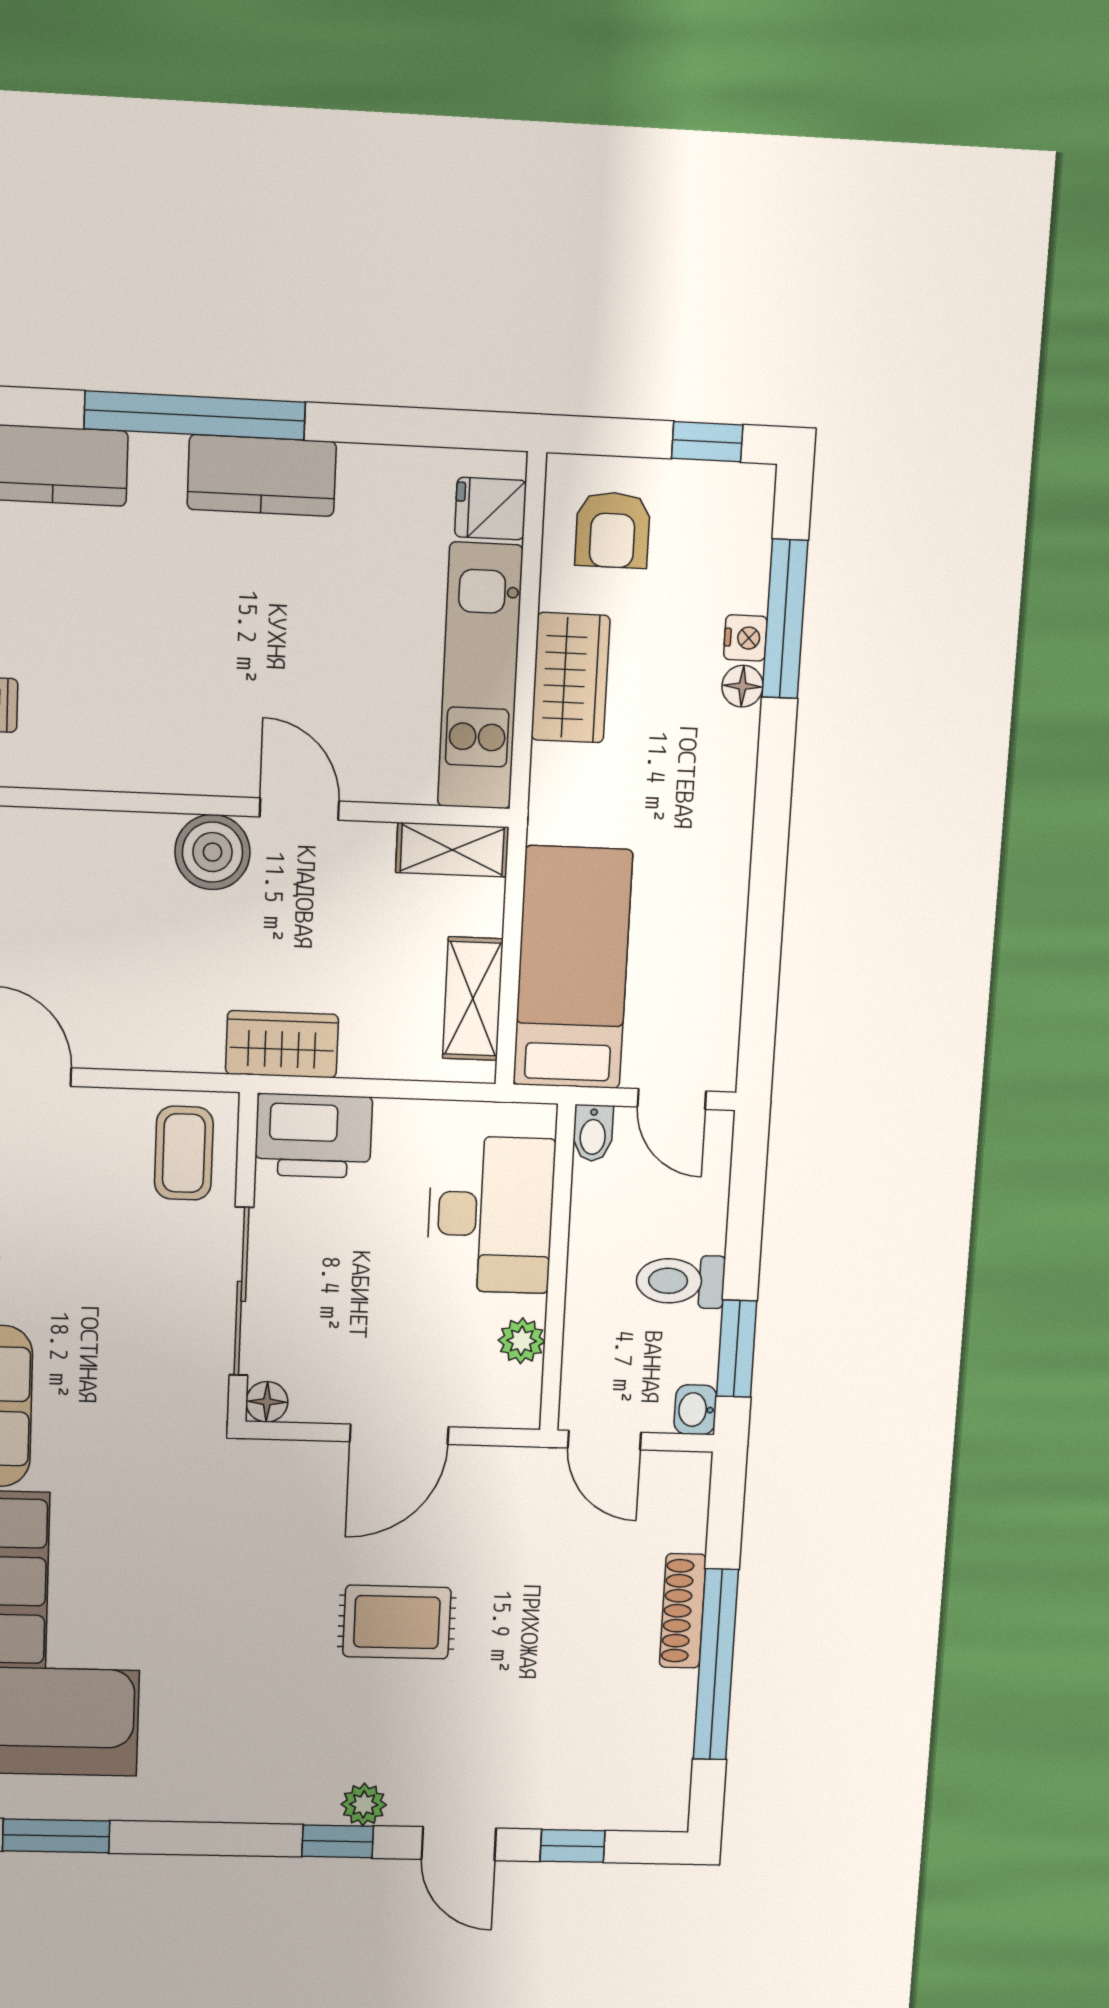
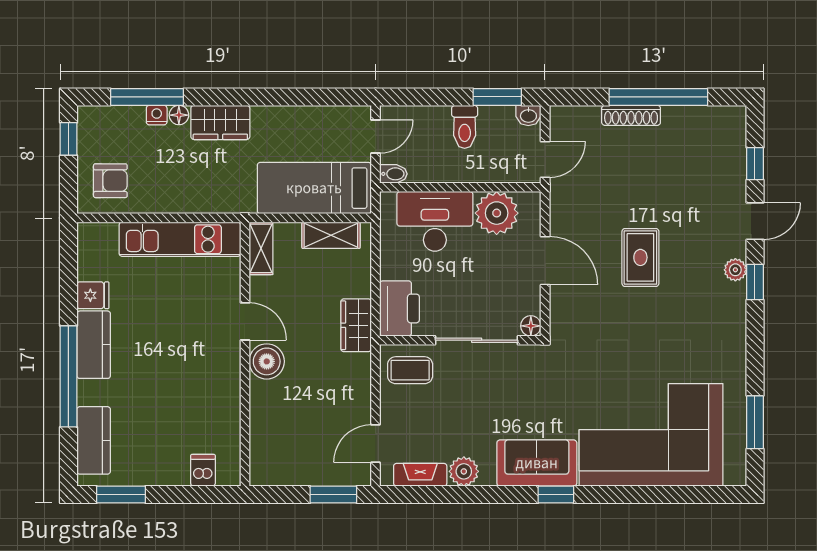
fridge: (491, 509) -> (93, 295), moved, turned -90
wardrobe: (570, 678) -> (220, 122), moved, turned 180
door: (299, 809) -> (245, 321), swing flipped
plant: (522, 1341) -> (497, 213), width x1.87, depth x1.87

